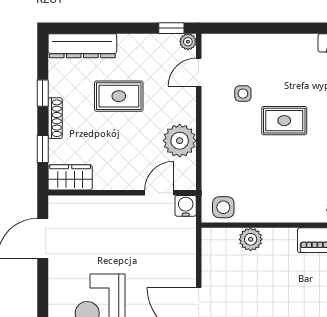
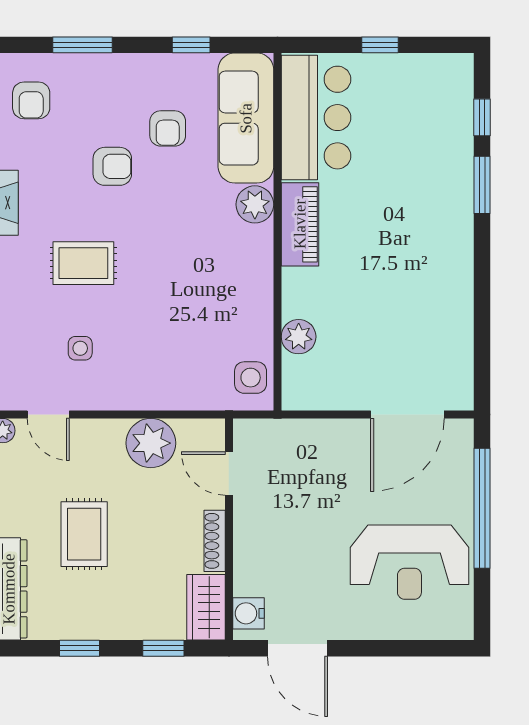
shoe rack: (55, 118) -> (215, 541), moved, turned -90
rug: (284, 121) -> (83, 263), moved, turned 90
water cooler: (186, 206) -> (248, 613), moved

